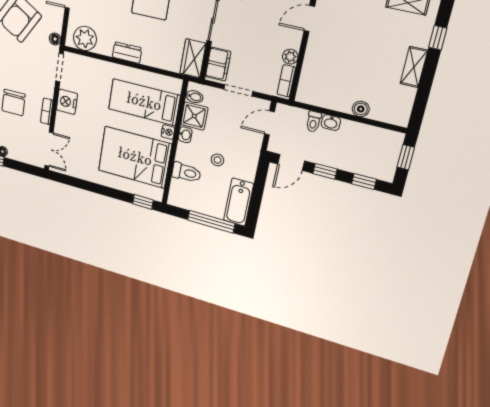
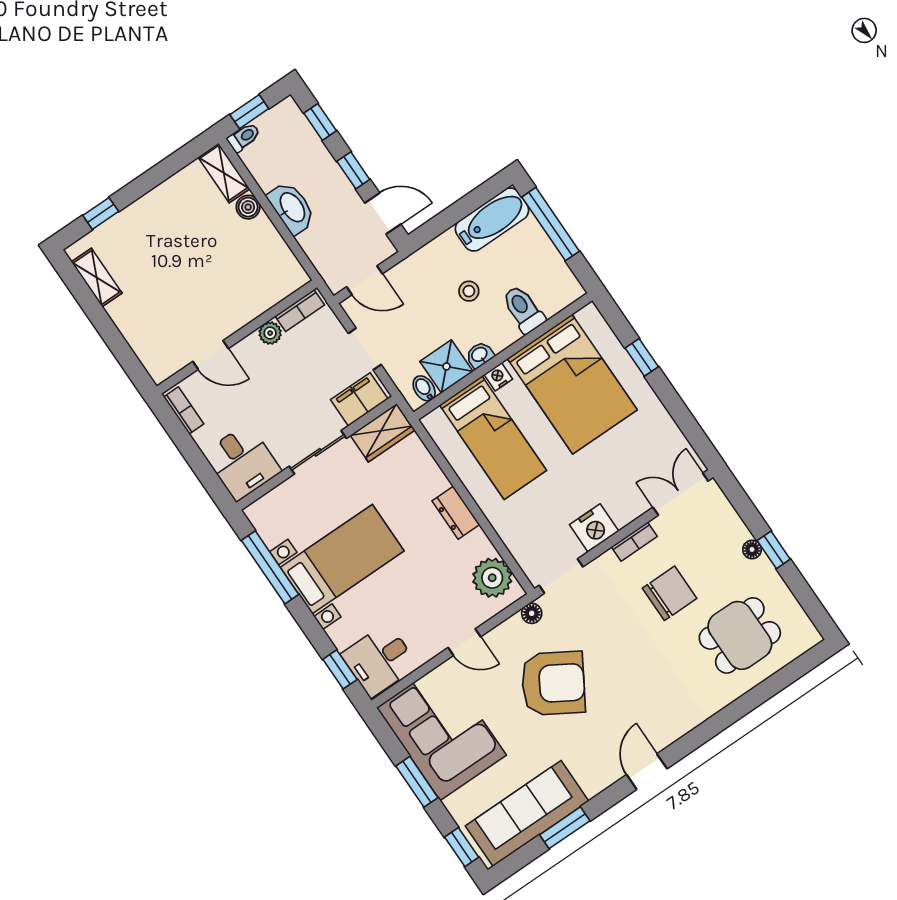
shelving: (414, 67) -> (224, 173), moved, turned 90
toilet: (314, 122) -> (244, 137), moved
washbasin: (331, 123) -> (292, 208), width x1.91, depth x1.45
window: (143, 202) -> (642, 357), moved

